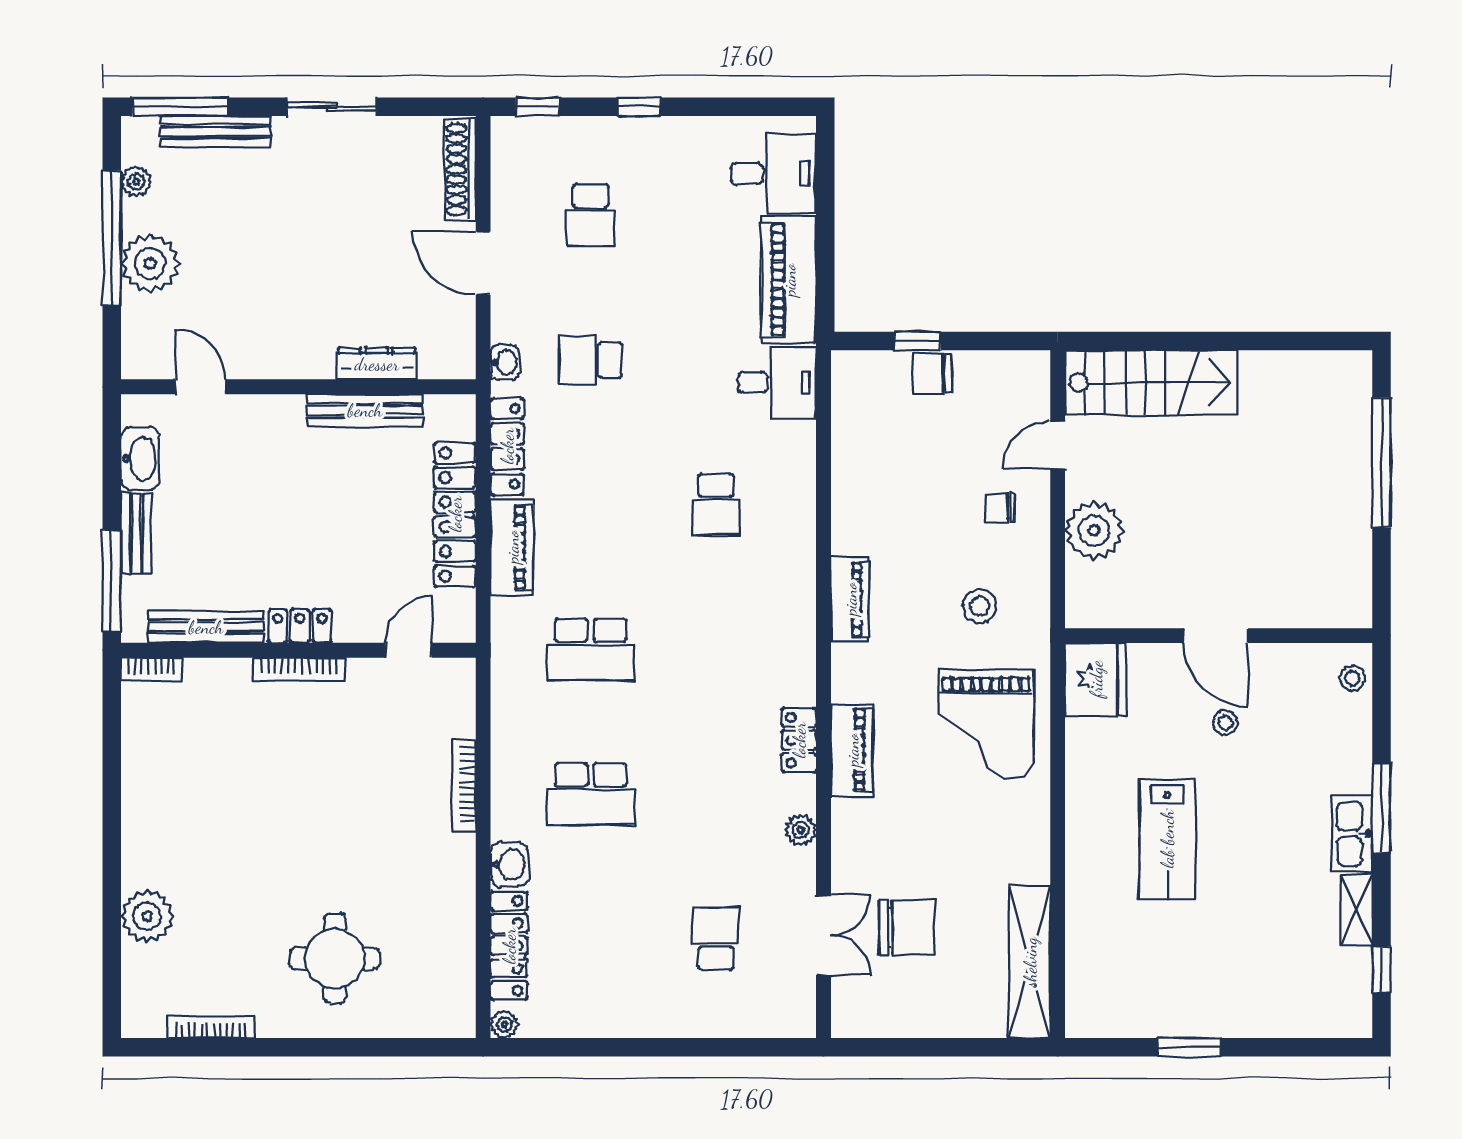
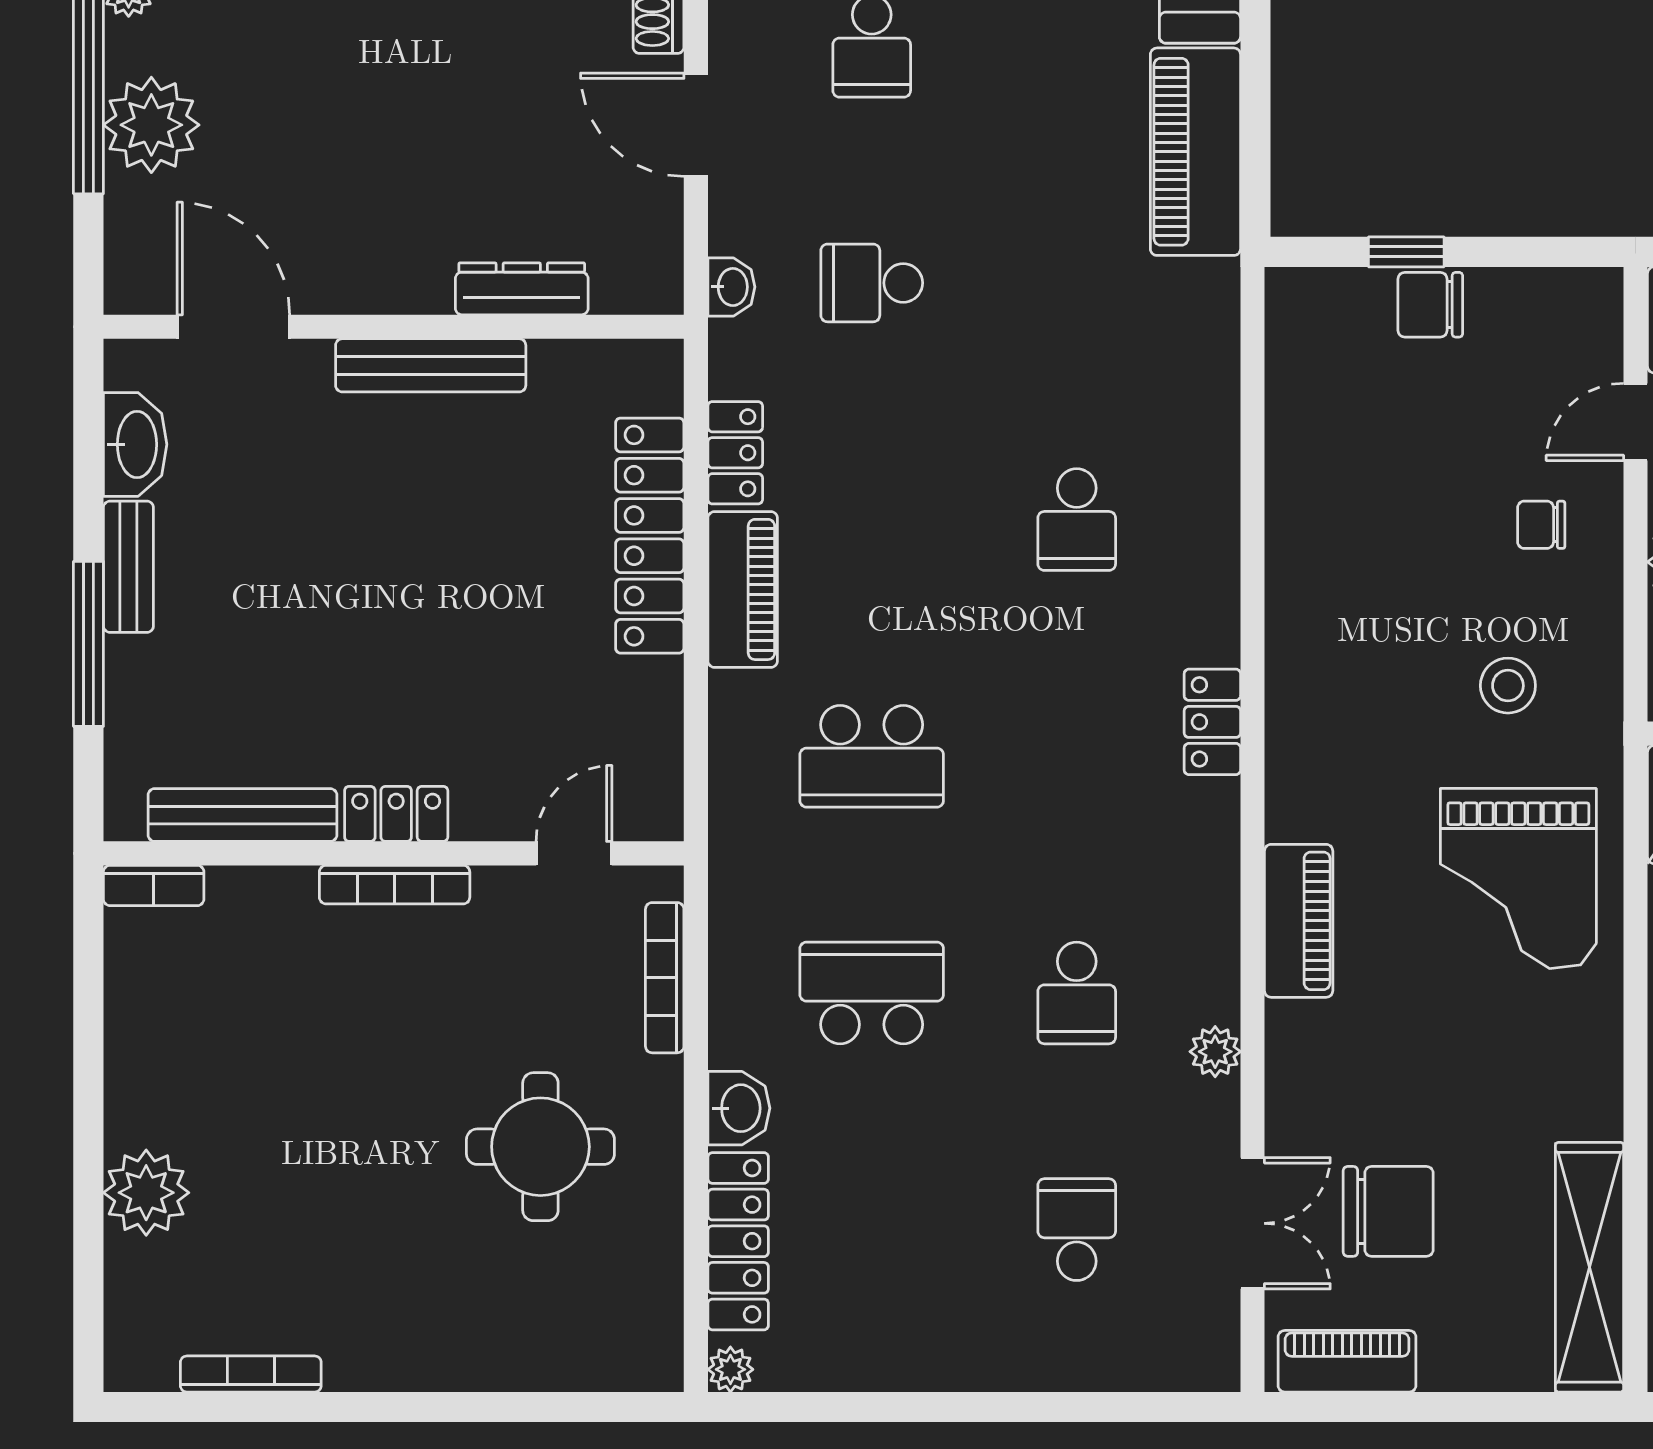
desk: (777, 382) -> (1176, 320), removed
door: (200, 387) -> (233, 327), width x1.38
bench: (365, 410) -> (431, 365), moved
locker: (507, 446) -> (735, 453), width x0.66
piano: (850, 599) -> (1347, 1361), moved, turned -90
locker: (300, 626) -> (396, 814), moved
bench: (206, 627) -> (242, 815), moved
wall: (298, 650) -> (394, 853), moved
door: (409, 650) -> (574, 853), moved
bookcase: (299, 669) -> (395, 885), moved
bookcase: (152, 670) -> (154, 885), moved
locker: (799, 740) -> (1212, 722), moved
school desk: (591, 794) -> (872, 993), turned 180
school desk: (716, 794) -> (1077, 993), added
round table: (335, 958) -> (540, 1147), moved

